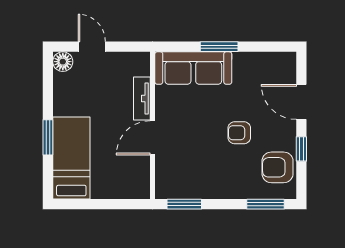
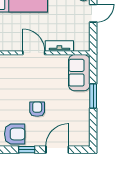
sofa: (193, 68) -> (79, 73), width x0.73
armchair: (278, 167) -> (15, 134), turned 90

